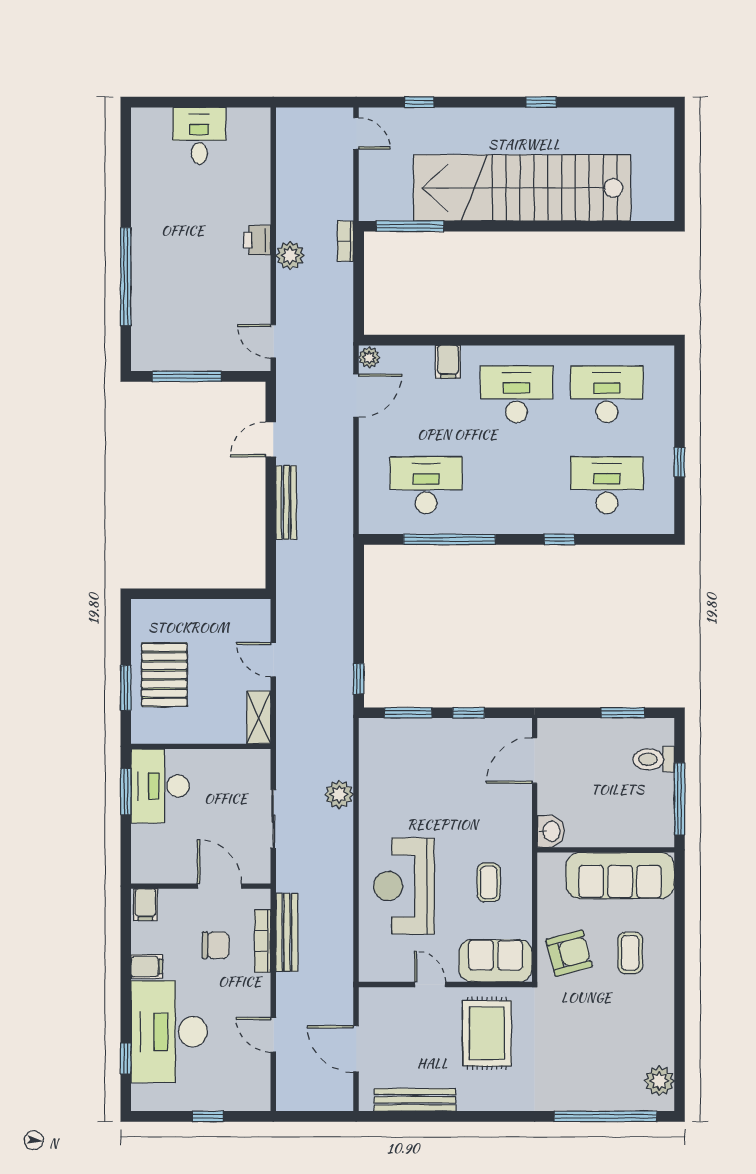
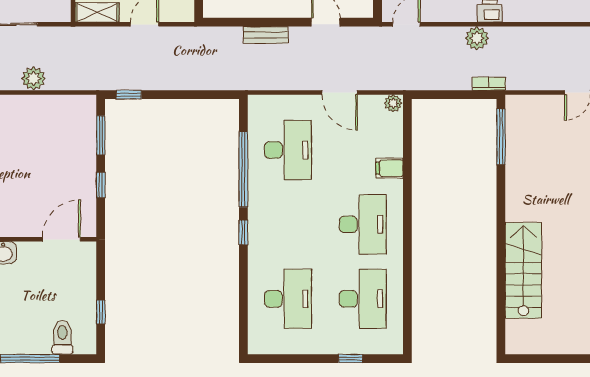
stairs: (522, 188) -> (523, 270), width x0.54, depth x0.66
door: (356, 396) -> (340, 92), moved
window: (679, 462) -> (351, 359), moved
bench: (286, 503) -> (266, 35), width x0.73
window: (560, 539) -> (243, 232), moved
window: (623, 713) -> (101, 312), width x0.67
door: (535, 760) -> (61, 239), hinge flipped

